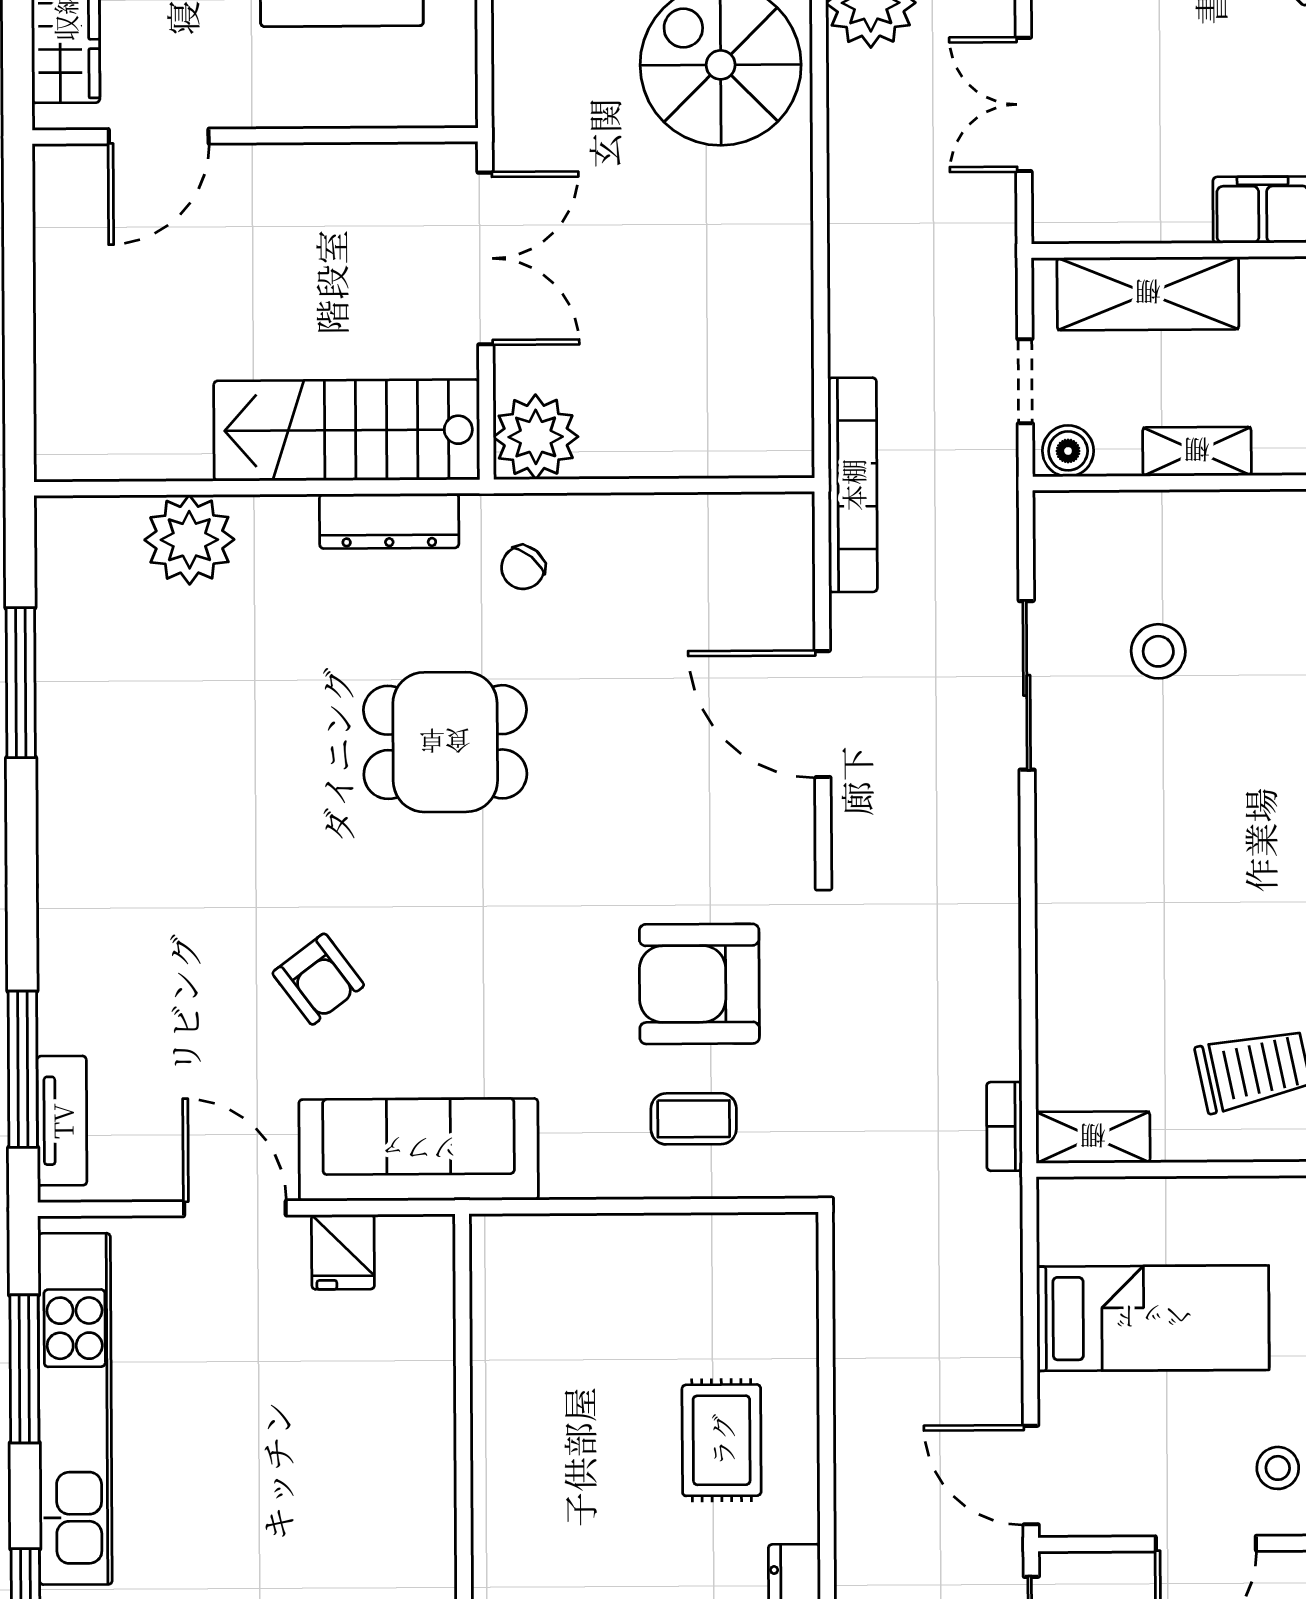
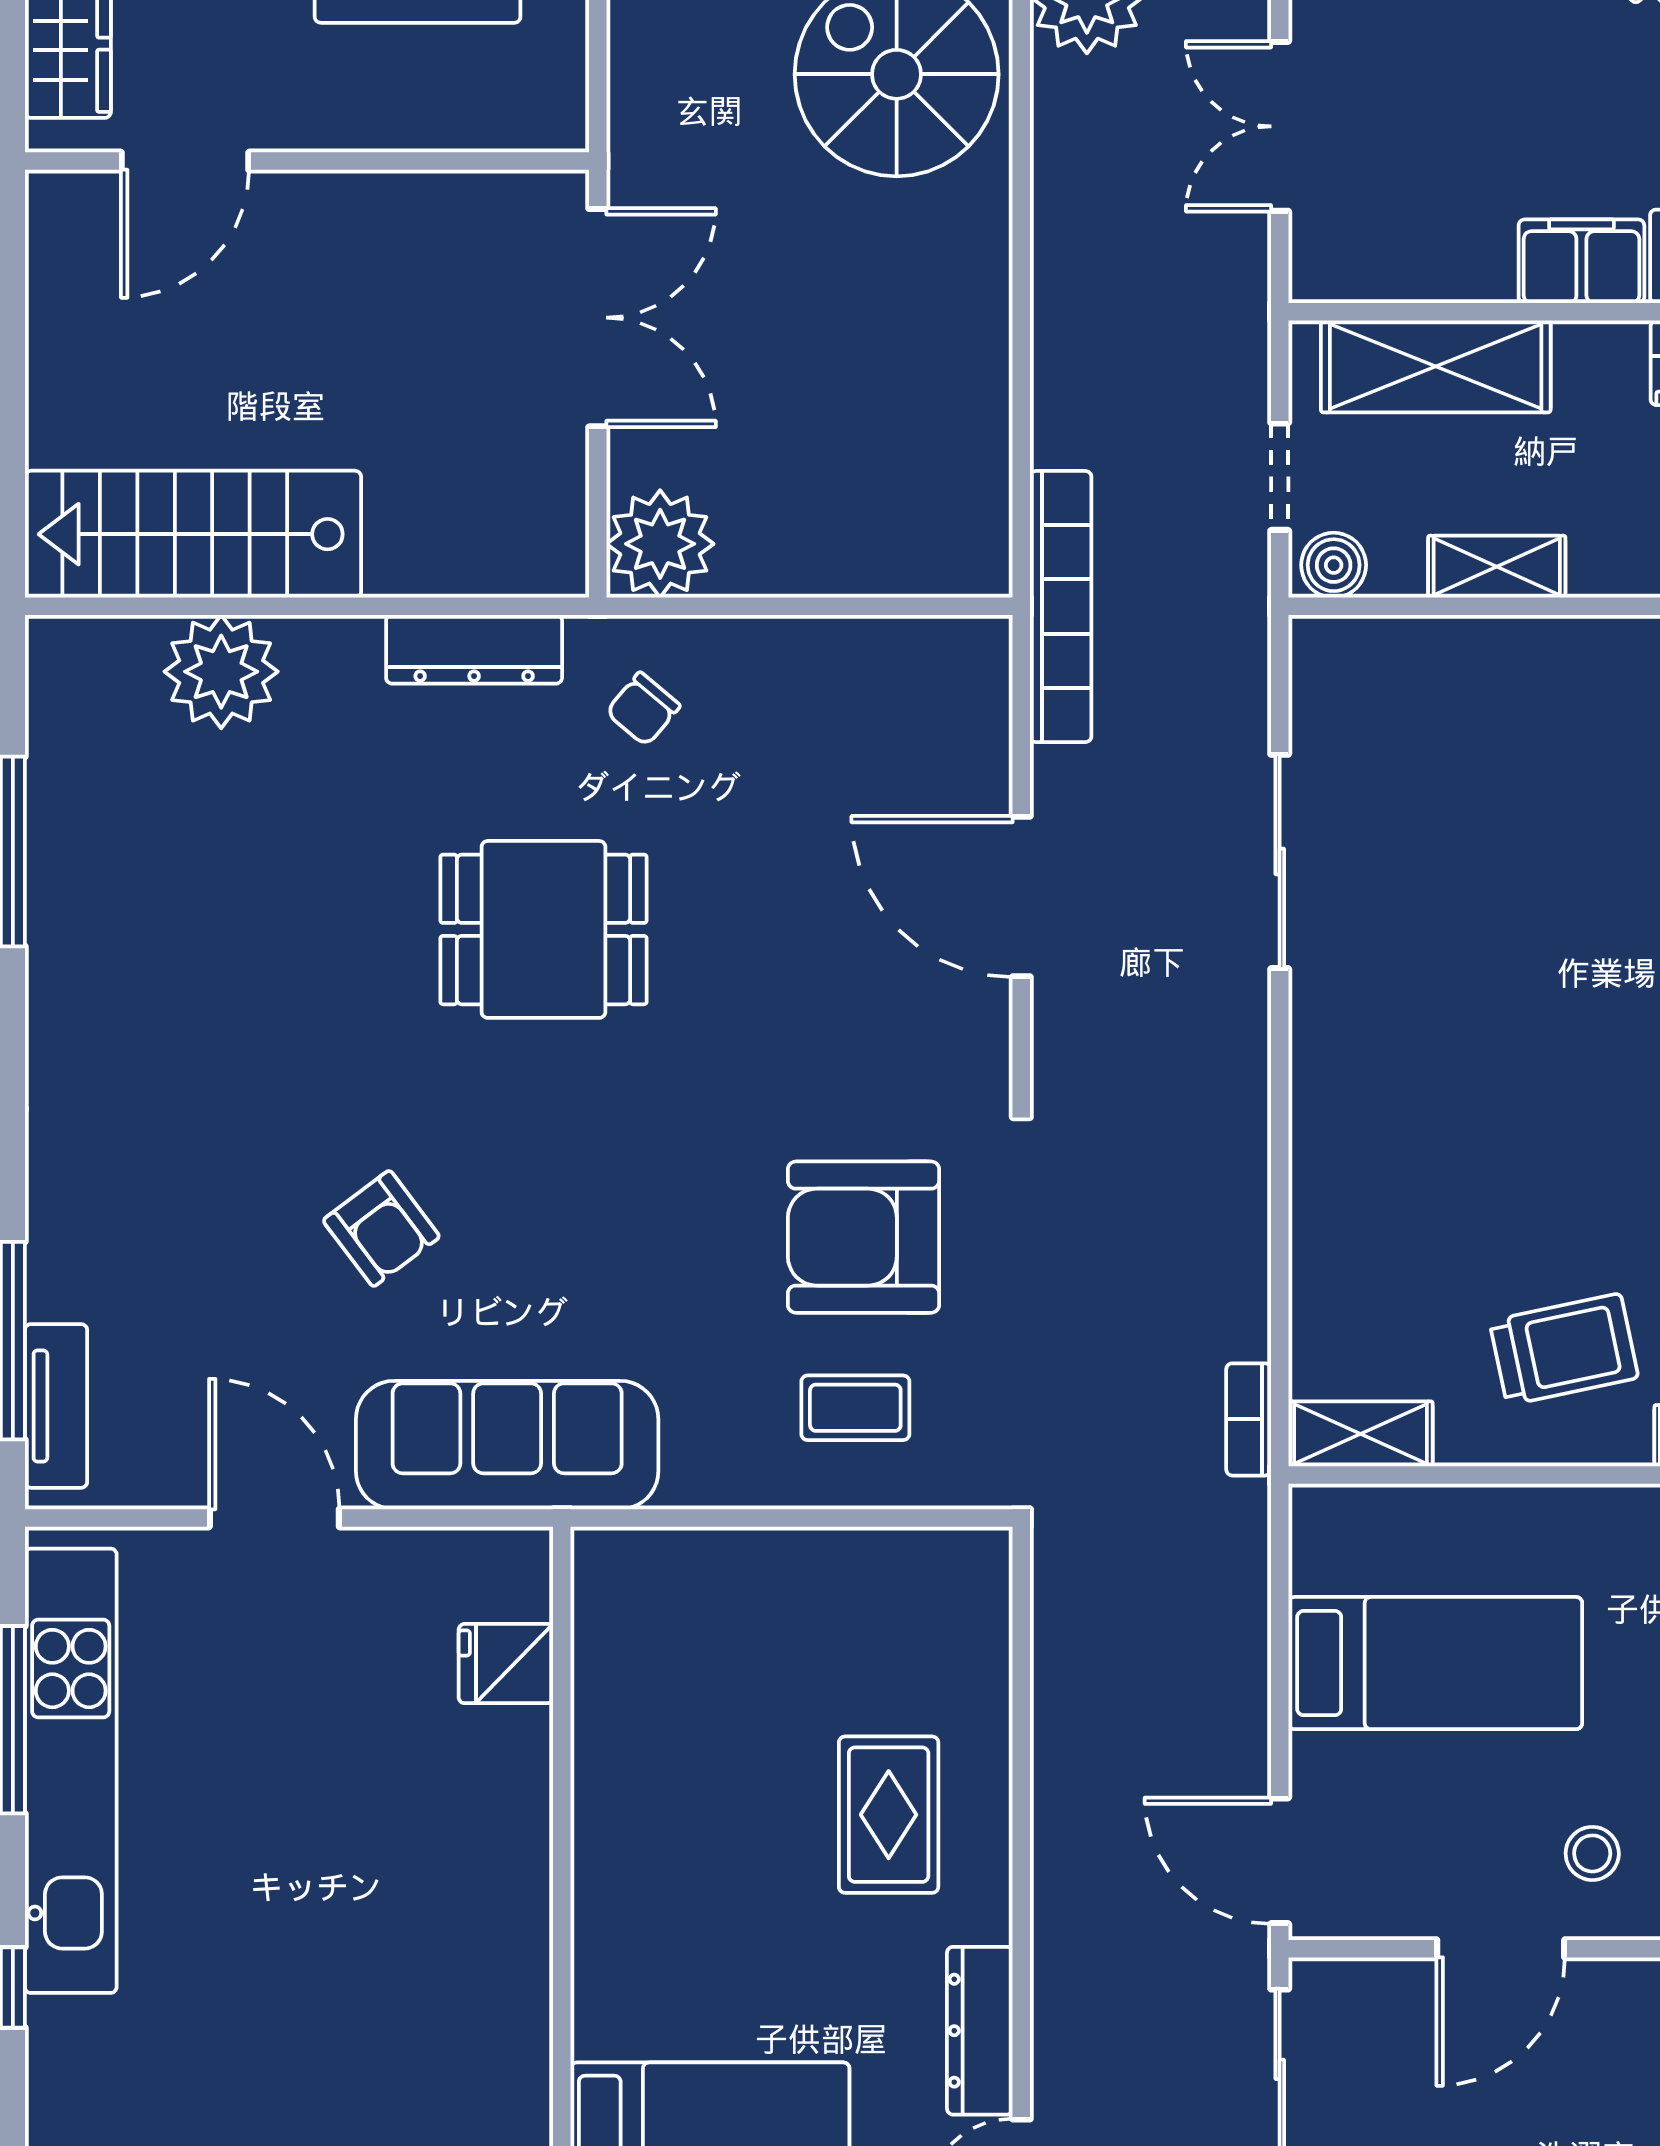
stairs: (347, 430) -> (193, 534), moved
stool: (1158, 651) -> (1446, 819), removed
fridge: (343, 1252) -> (506, 1664), moved, turned 90

